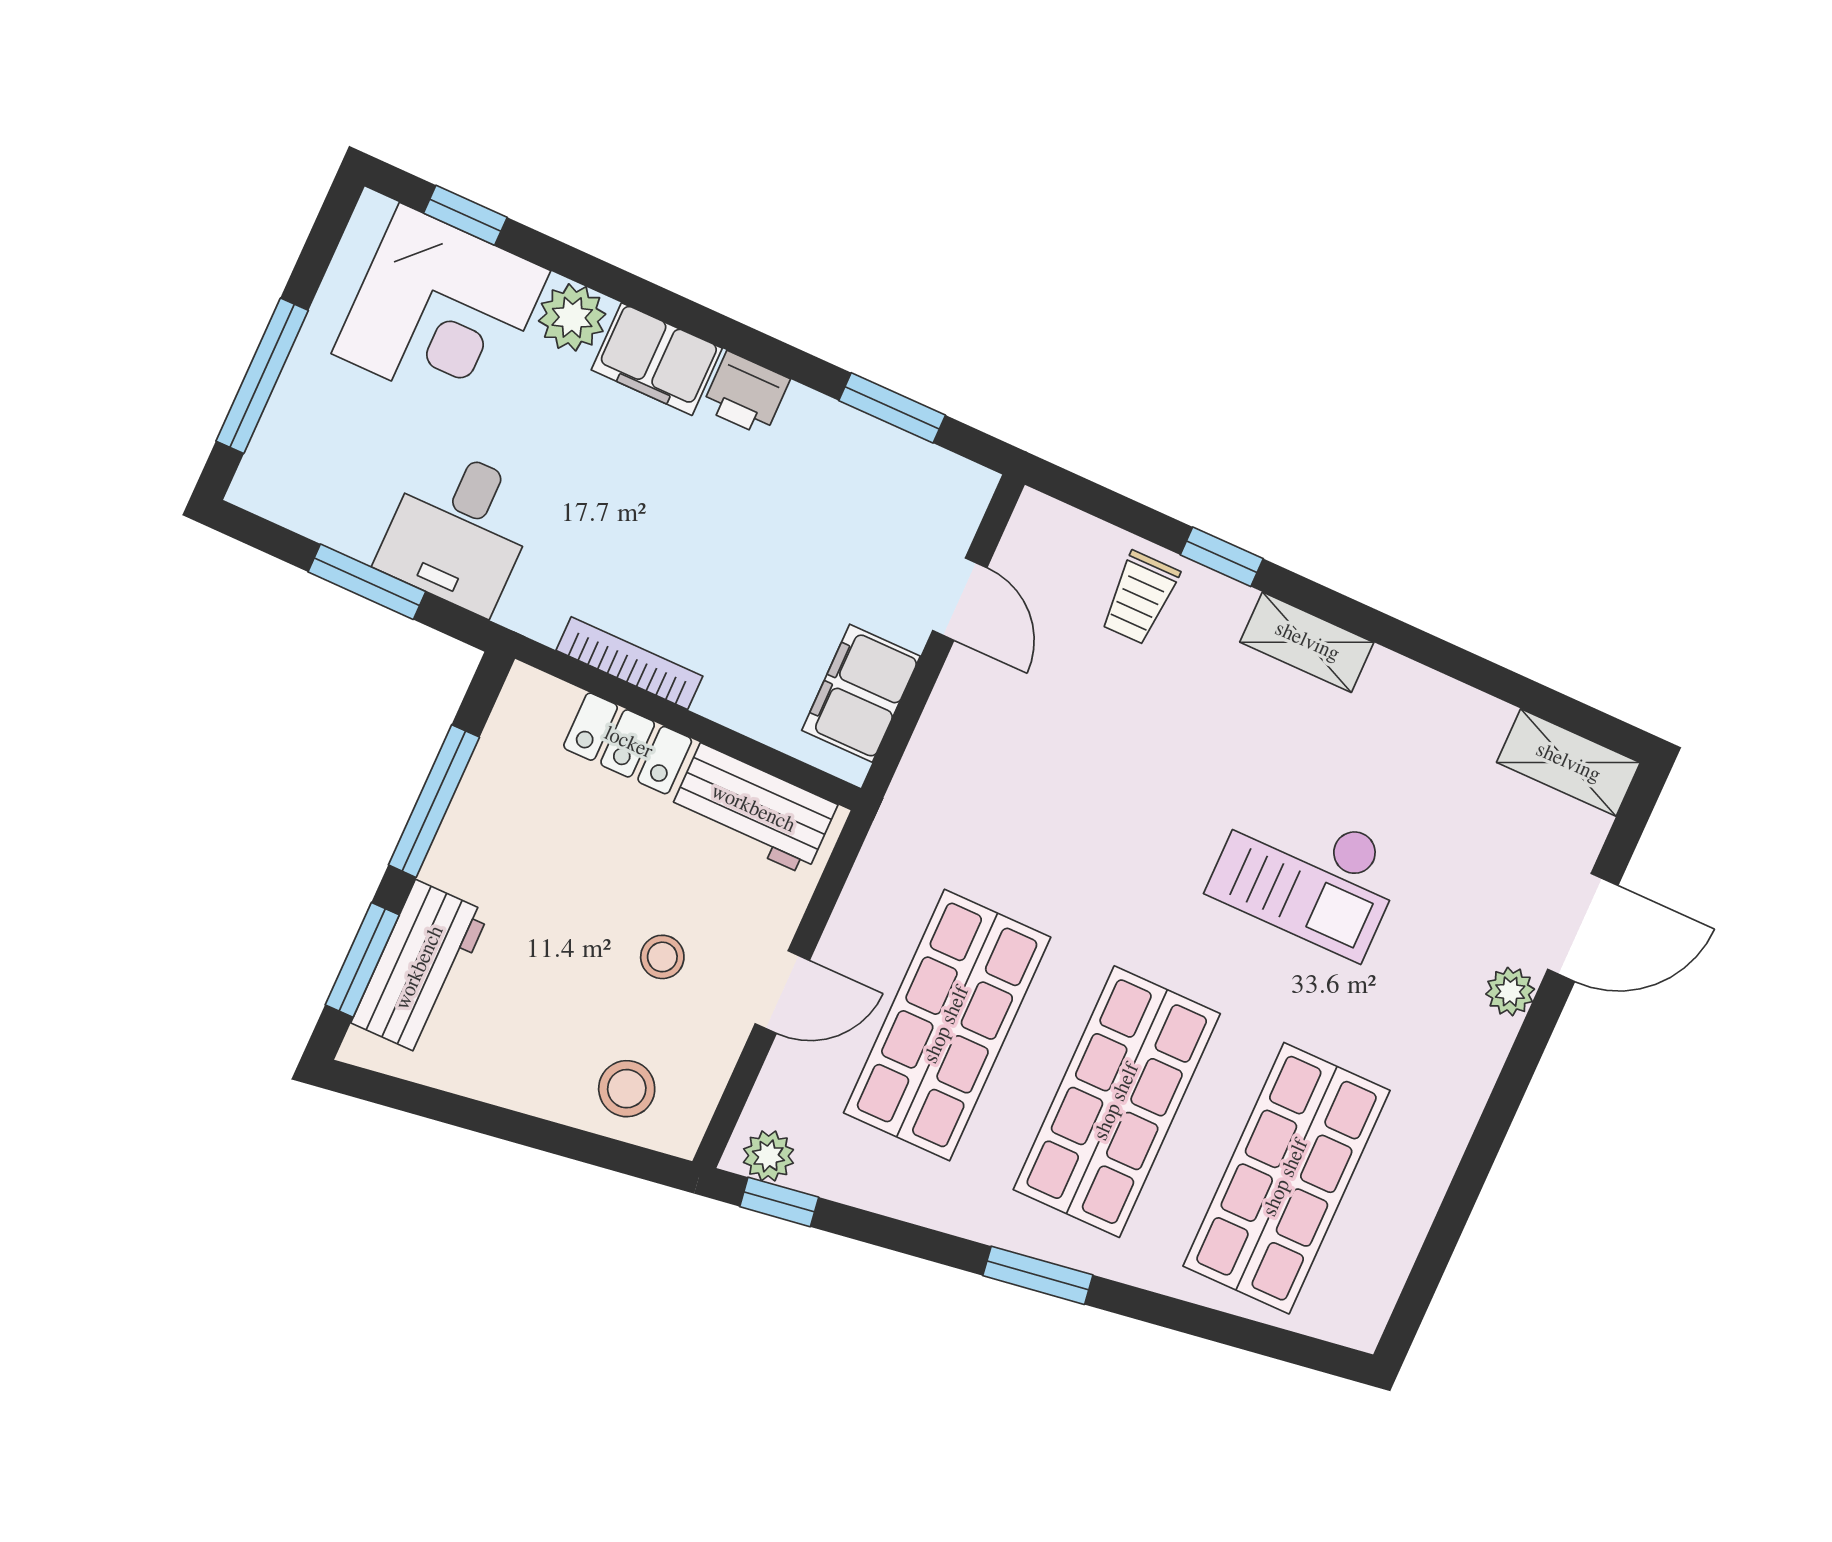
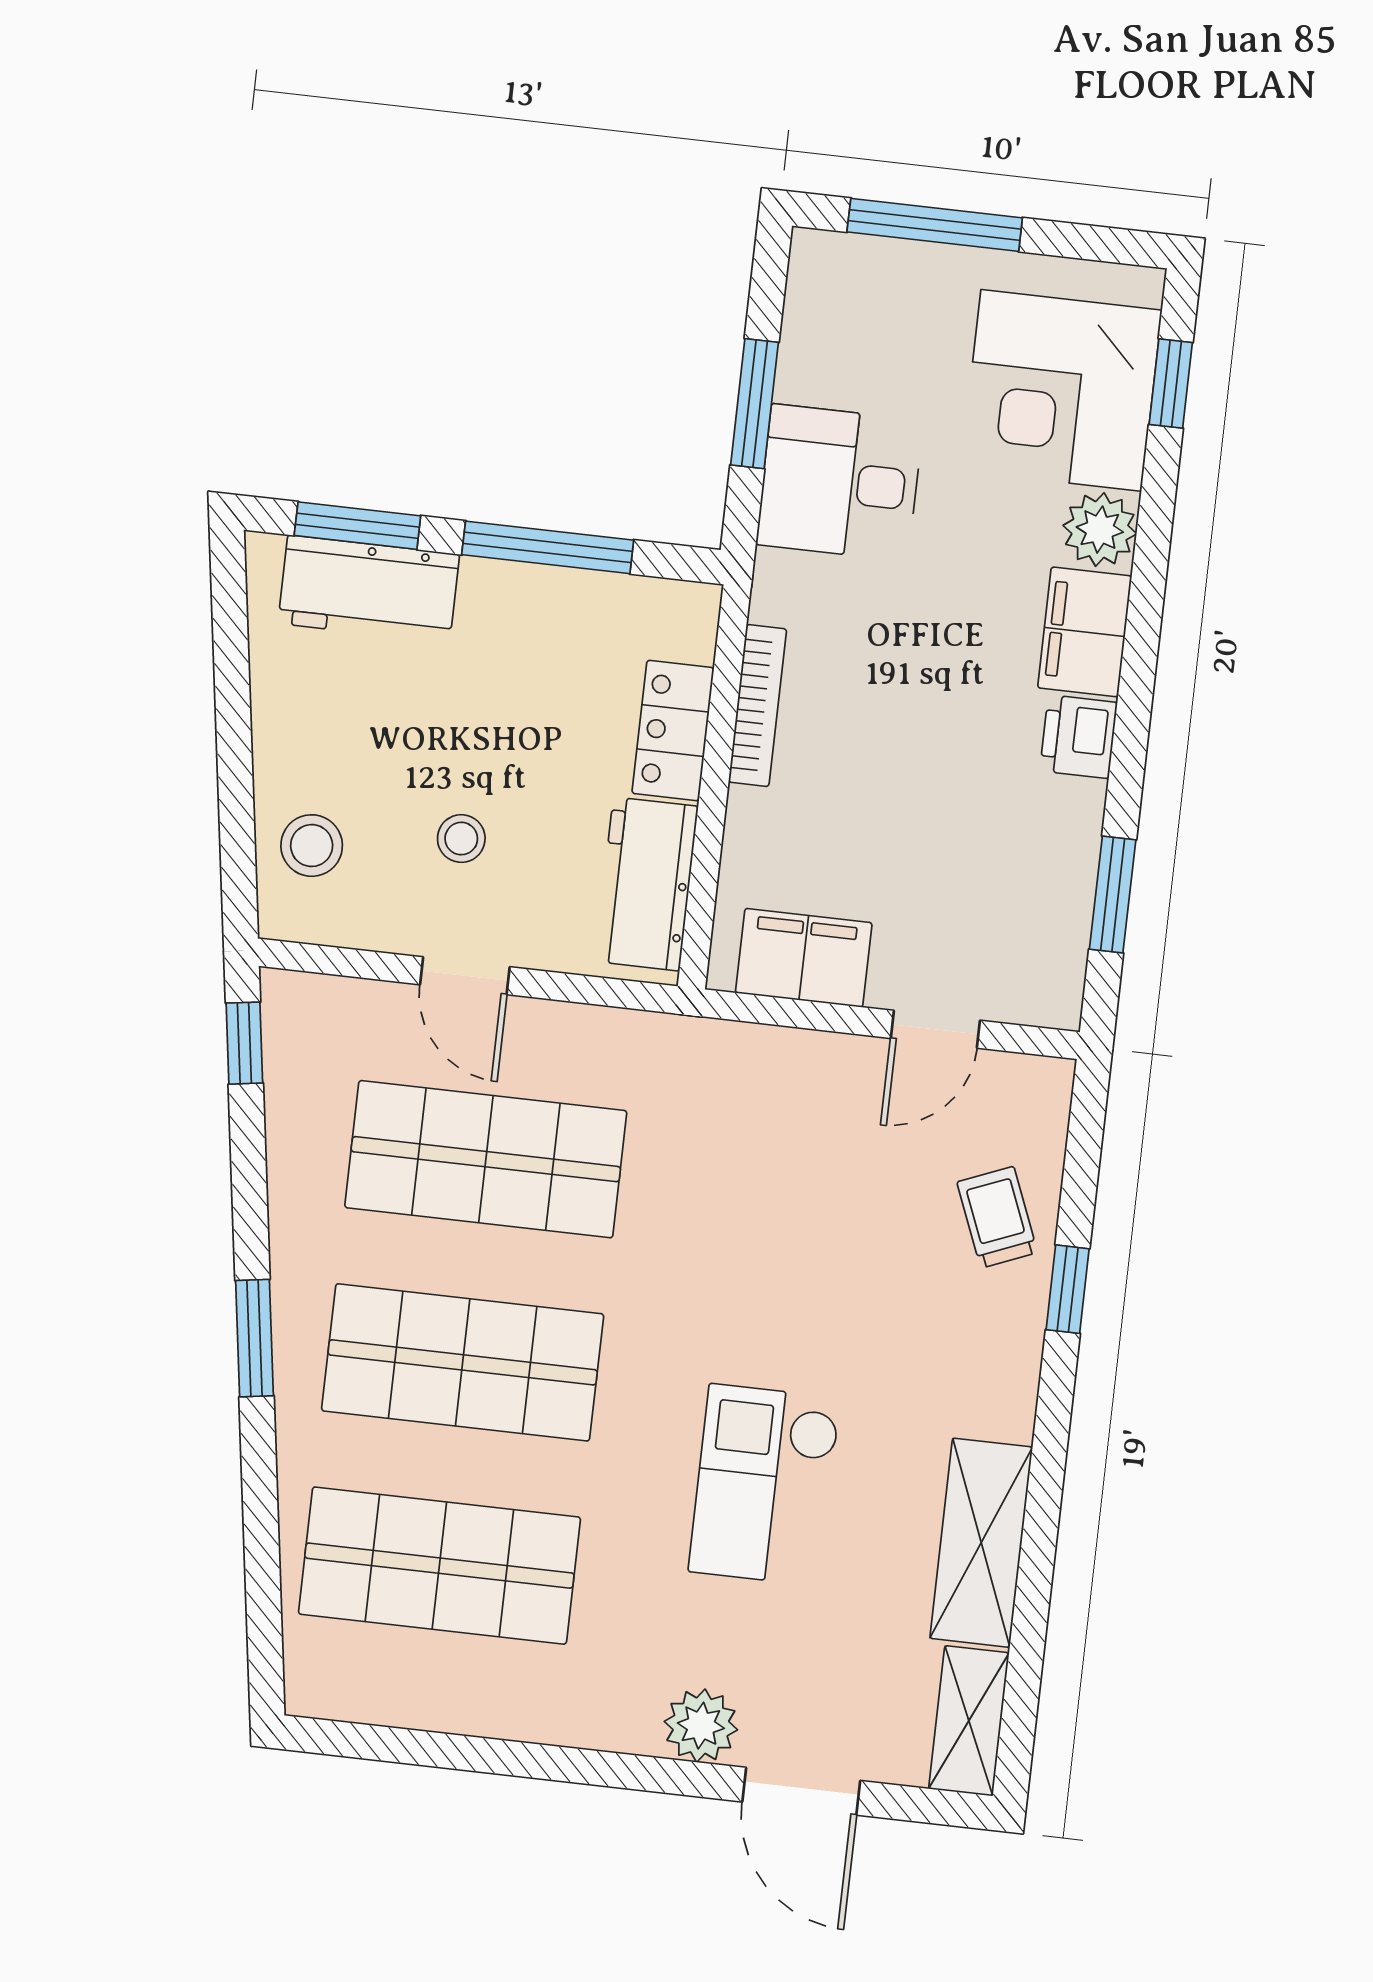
trolley: (1140, 598) -> (997, 1217), turned 68
shelving: (1307, 642) -> (981, 1543), moved, width x1.50, depth x1.33
plant: (1510, 992) -> (701, 1726), width x1.38, depth x1.38
plant: (768, 1156) -> (289, 1016), removed

